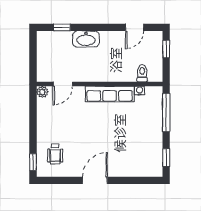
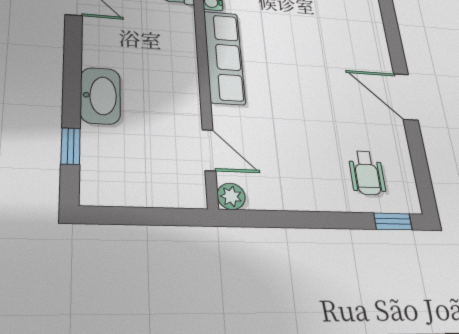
wheelchair: (55, 154) -> (367, 173), turned 90

